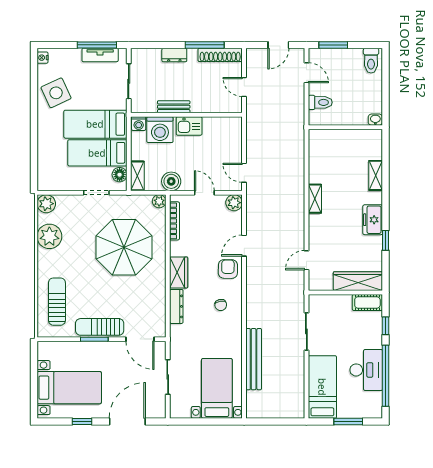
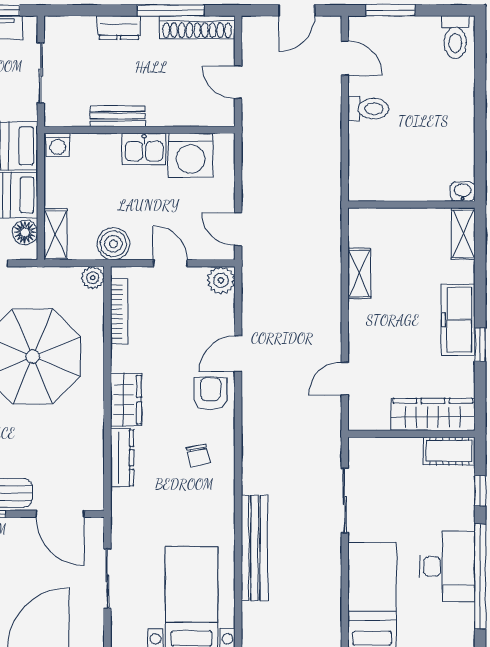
washbasin: (375, 120) -> (463, 191), moved
wall: (345, 127) -> (411, 205), moved
washing machine: (160, 130) -> (191, 155), moved
freezer: (373, 220) -> (458, 320), width x1.40

